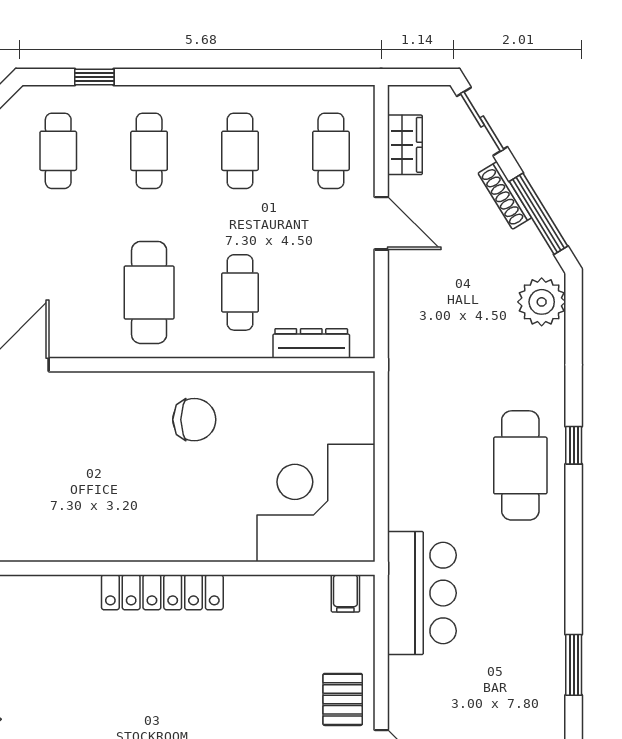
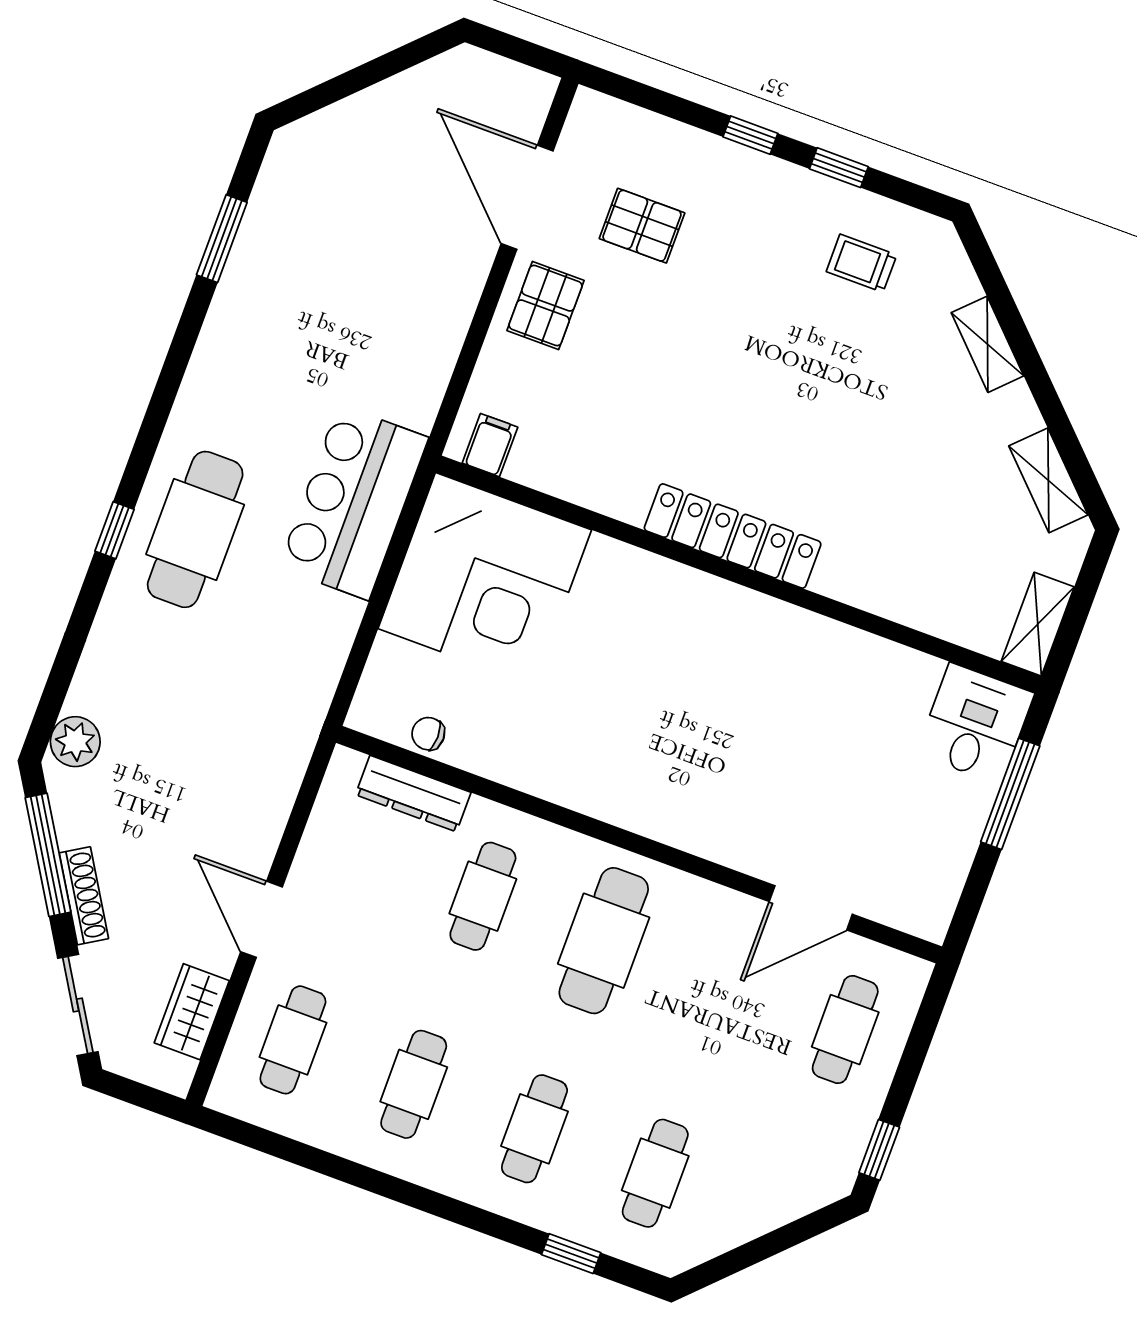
plant: (542, 302) -> (75, 742), width x0.73, depth x0.73
chair: (194, 420) -> (428, 734), moved, width x0.54, depth x0.54
bar counter: (422, 593) -> (354, 502), moved

